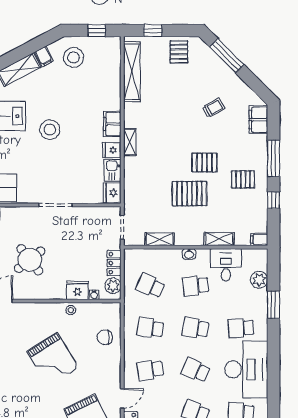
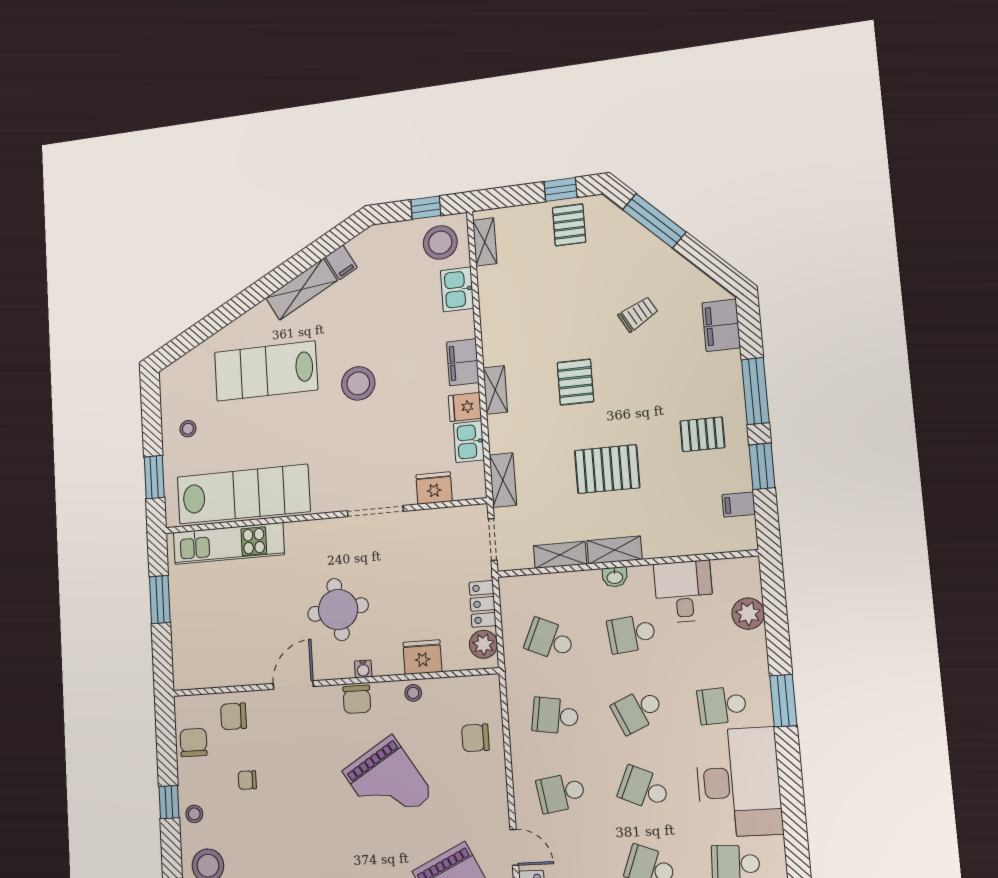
window: (153, 30) -> (561, 189), moved
stool: (73, 57) -> (440, 243), moved
shelving: (132, 72) -> (485, 242), width x0.45, depth x0.75
kitchen sink: (112, 81) -> (457, 289), added
pallet: (204, 163) -> (575, 382), moved, turned 90
fridge: (112, 193) -> (434, 488), moved, turned 90
shelving: (130, 194) -> (503, 480), added
window: (273, 200) -> (762, 466), width x1.50
shelving: (219, 239) -> (615, 550), moved
filing cabinet: (259, 239) -> (739, 505), moved
round table: (30, 260) -> (338, 610), turned 32
water cooler: (94, 295) -> (363, 669), moved
window: (273, 305) -> (783, 701), moved
chair: (38, 312) -> (357, 699), added
school desk: (196, 328) -> (638, 711), turned -33
door: (122, 398) -> (514, 847), hinge flipped

